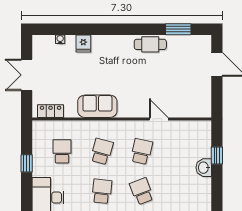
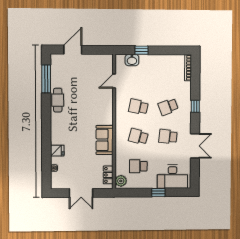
window: (178, 29) -> (46, 79), width x1.44
door: (159, 119) -> (114, 81), moved
plant: (42, 128) -> (121, 181), added
window: (27, 163) -> (158, 192), moved
washbasin: (204, 168) -> (132, 60), moved

